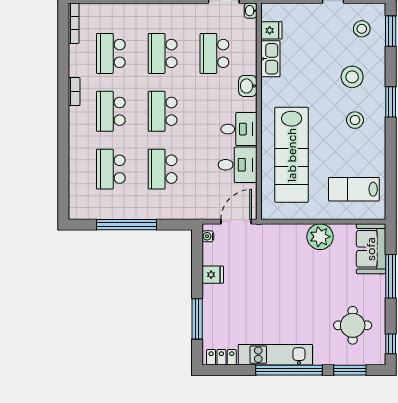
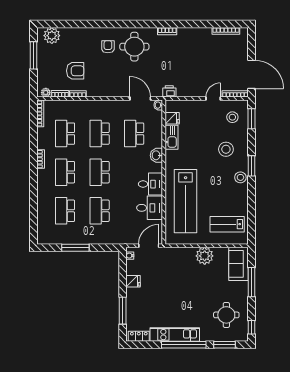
stool: (355, 120) -> (240, 177), moved
window: (126, 225) -> (75, 248), width x0.68

